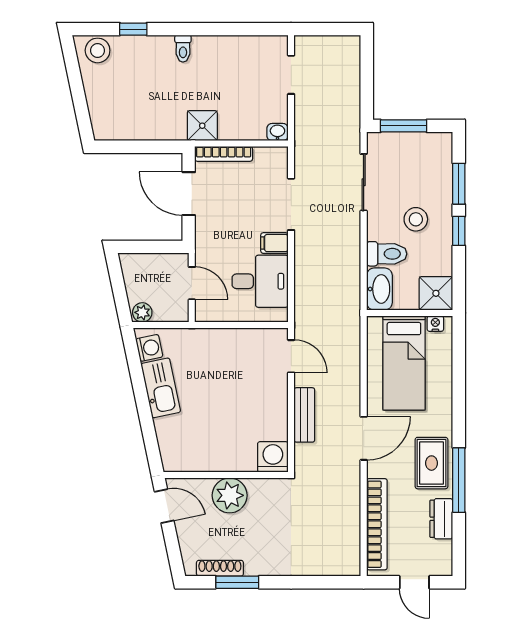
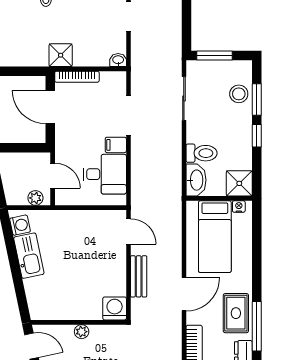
stool: (416, 219) -> (239, 94), moved
plant: (142, 312) -> (35, 198), moved
plant: (230, 495) -> (82, 332), width x0.53, depth x0.53

